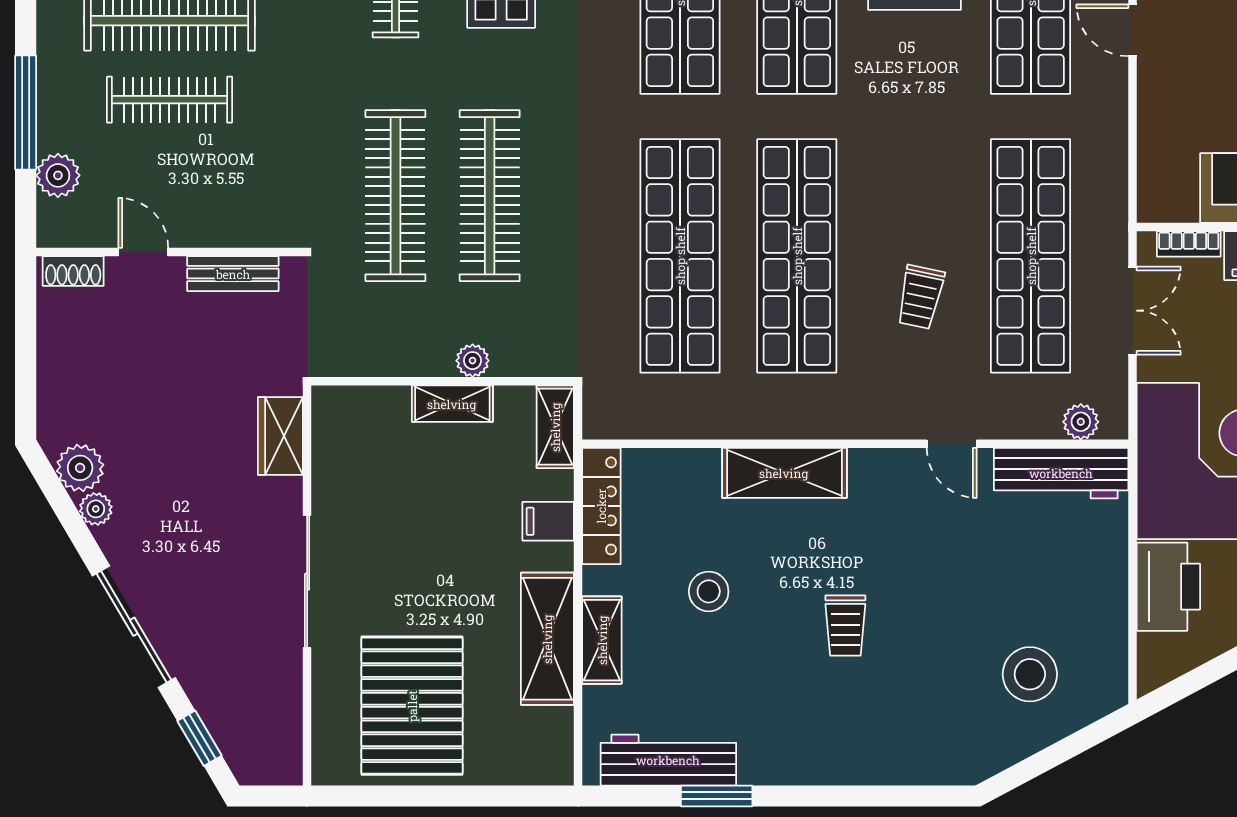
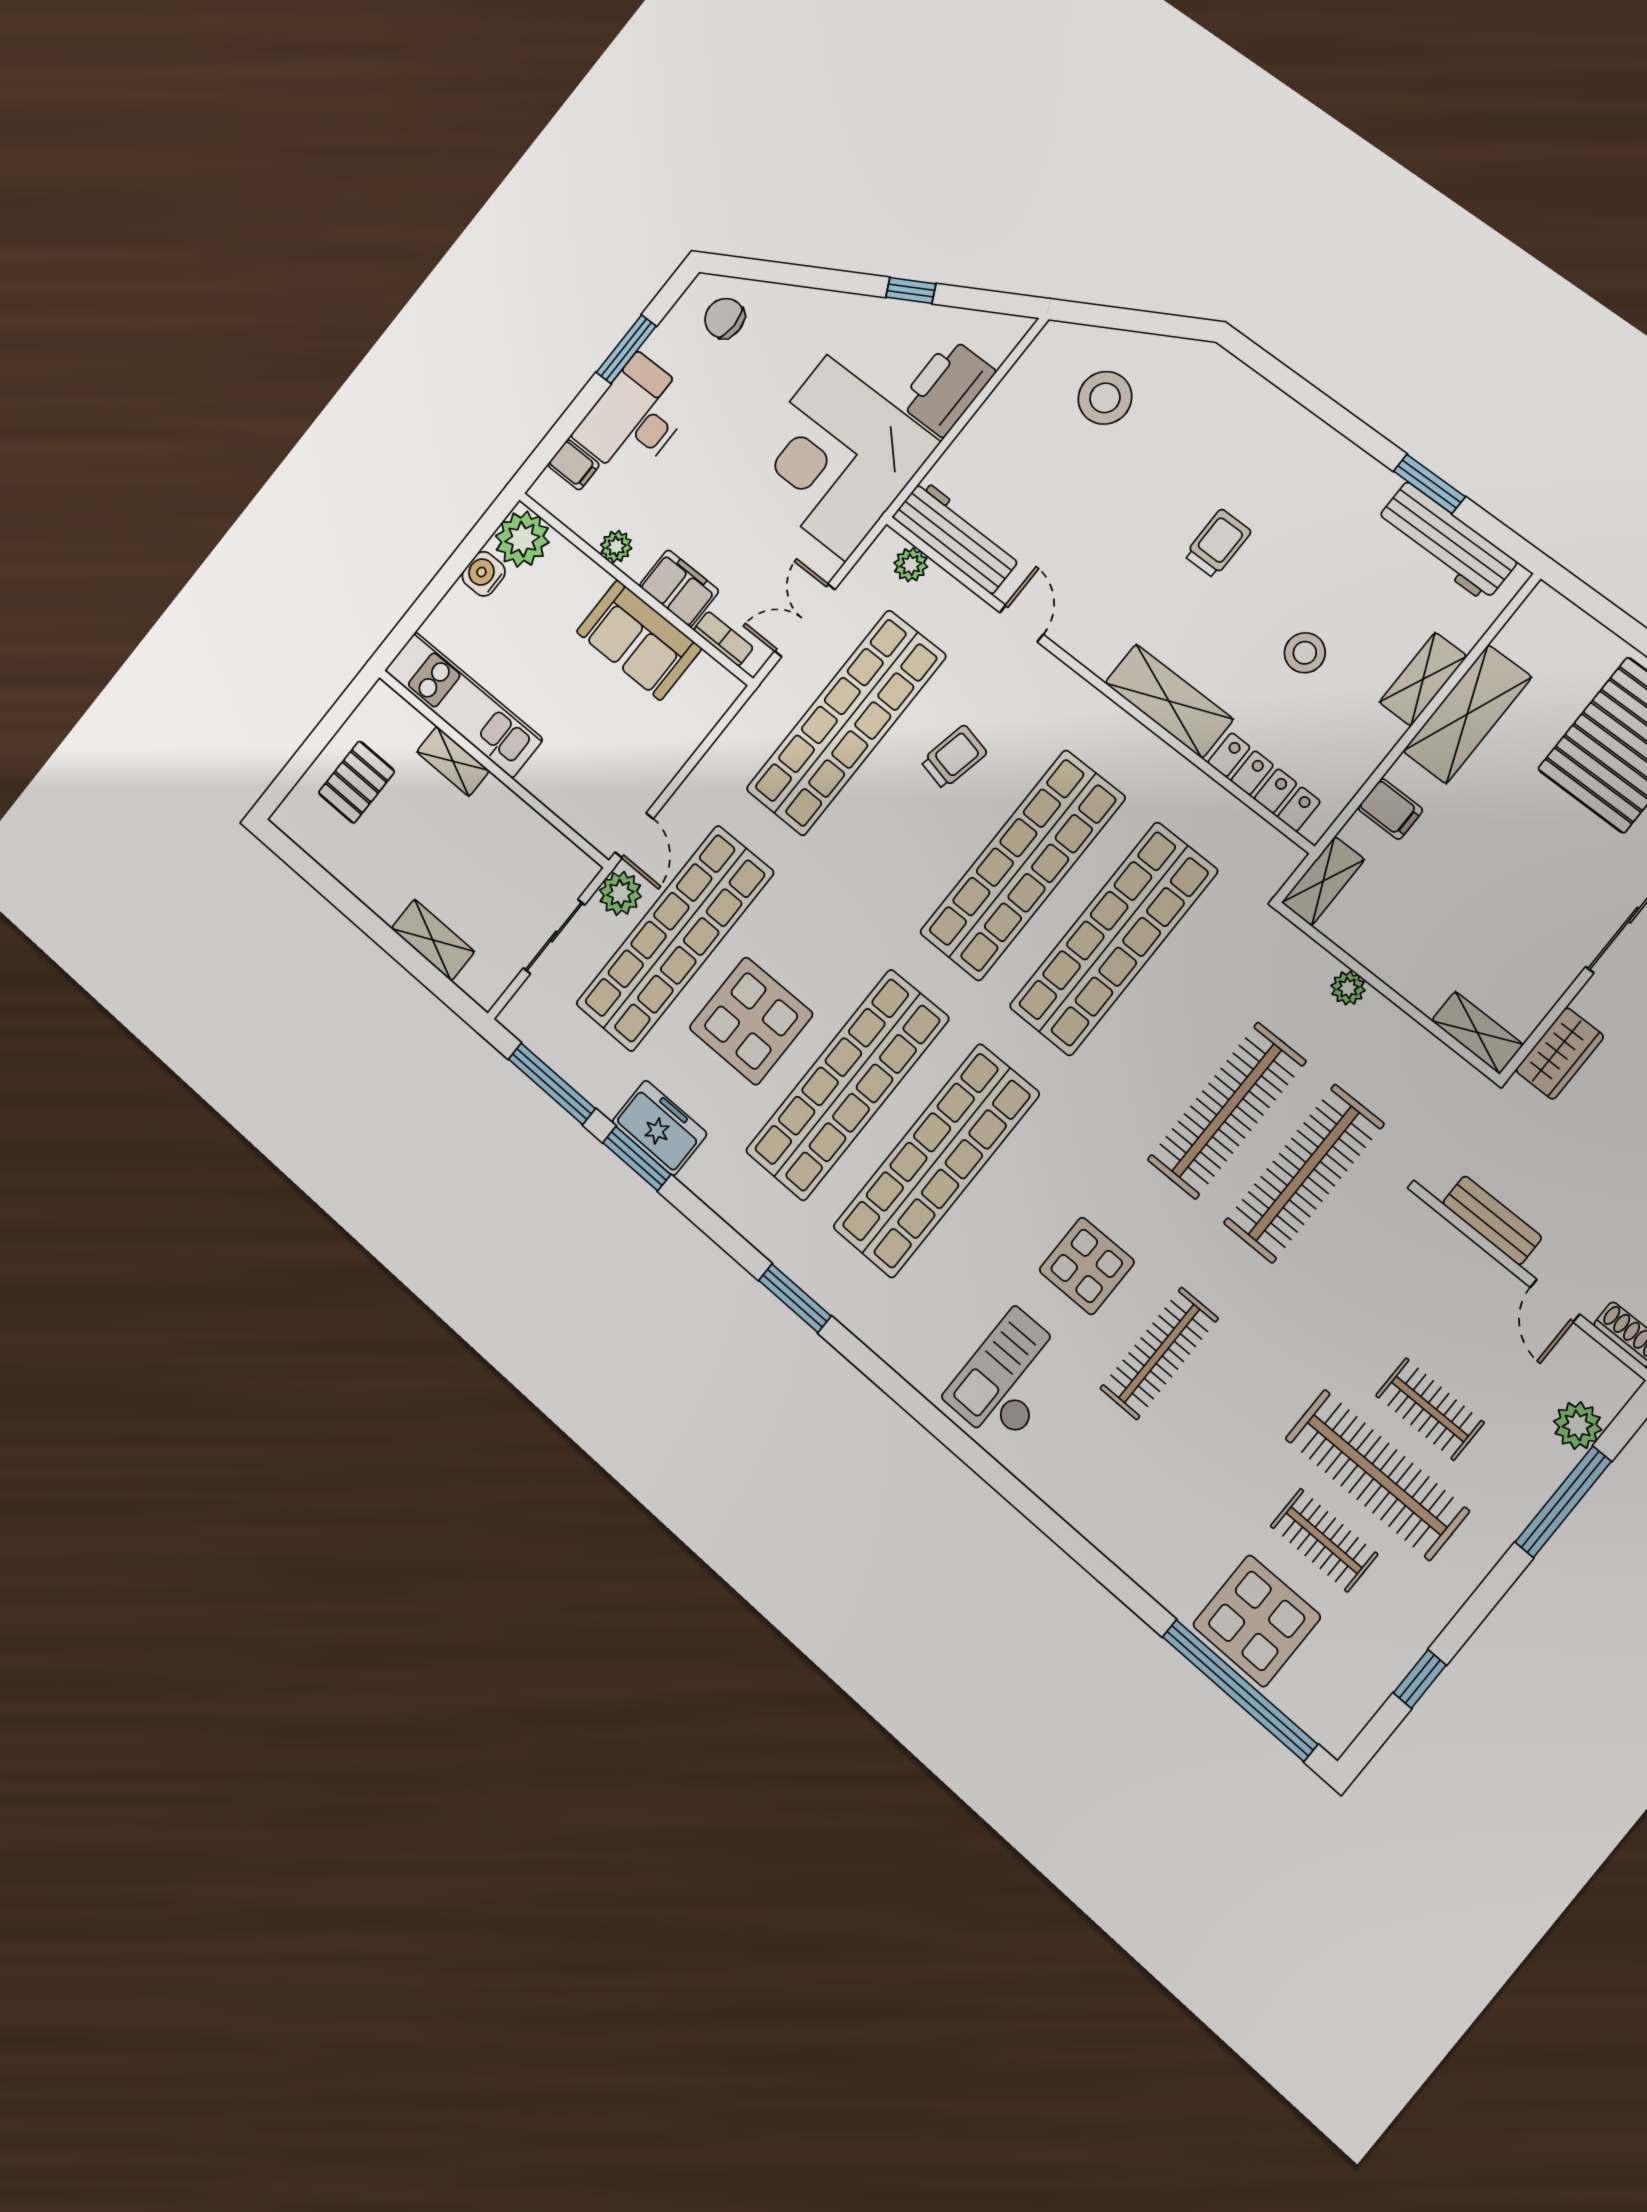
clothes rail: (169, 100) -> (1430, 1409), width x0.73
shelving: (452, 404) -> (1477, 1032), moved
locker: (601, 506) -> (1264, 782), moved, turned 90

